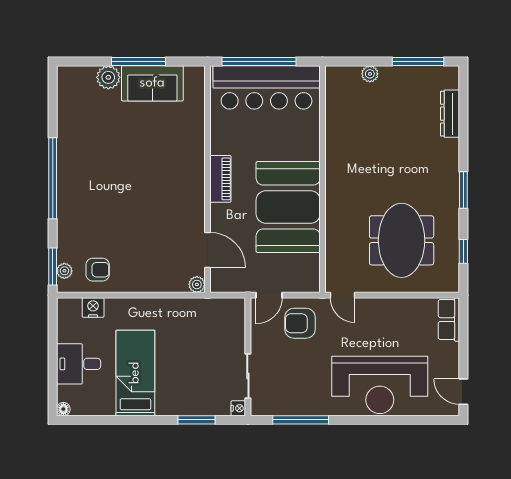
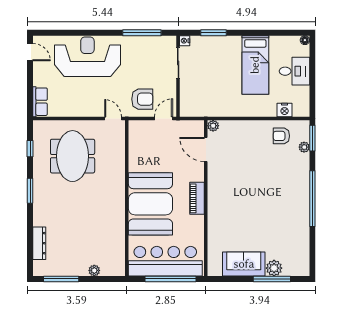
window: (139, 62) -> (272, 279), moved
booth: (288, 207) -> (150, 204), moved
plant: (64, 271) -> (304, 147), moved

